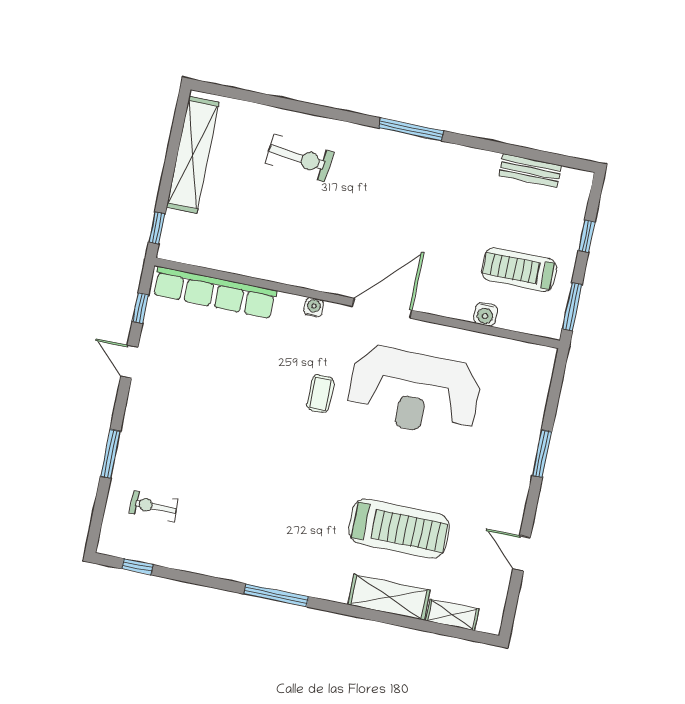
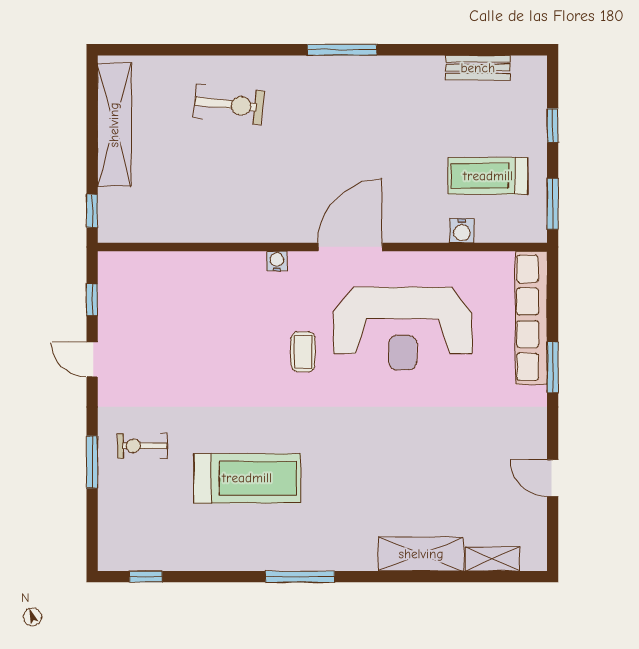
row of seats: (215, 292) -> (531, 318), moved, turned 90
exercise bike: (154, 506) -> (142, 446), moved
treadmill: (399, 529) -> (247, 478), moved

